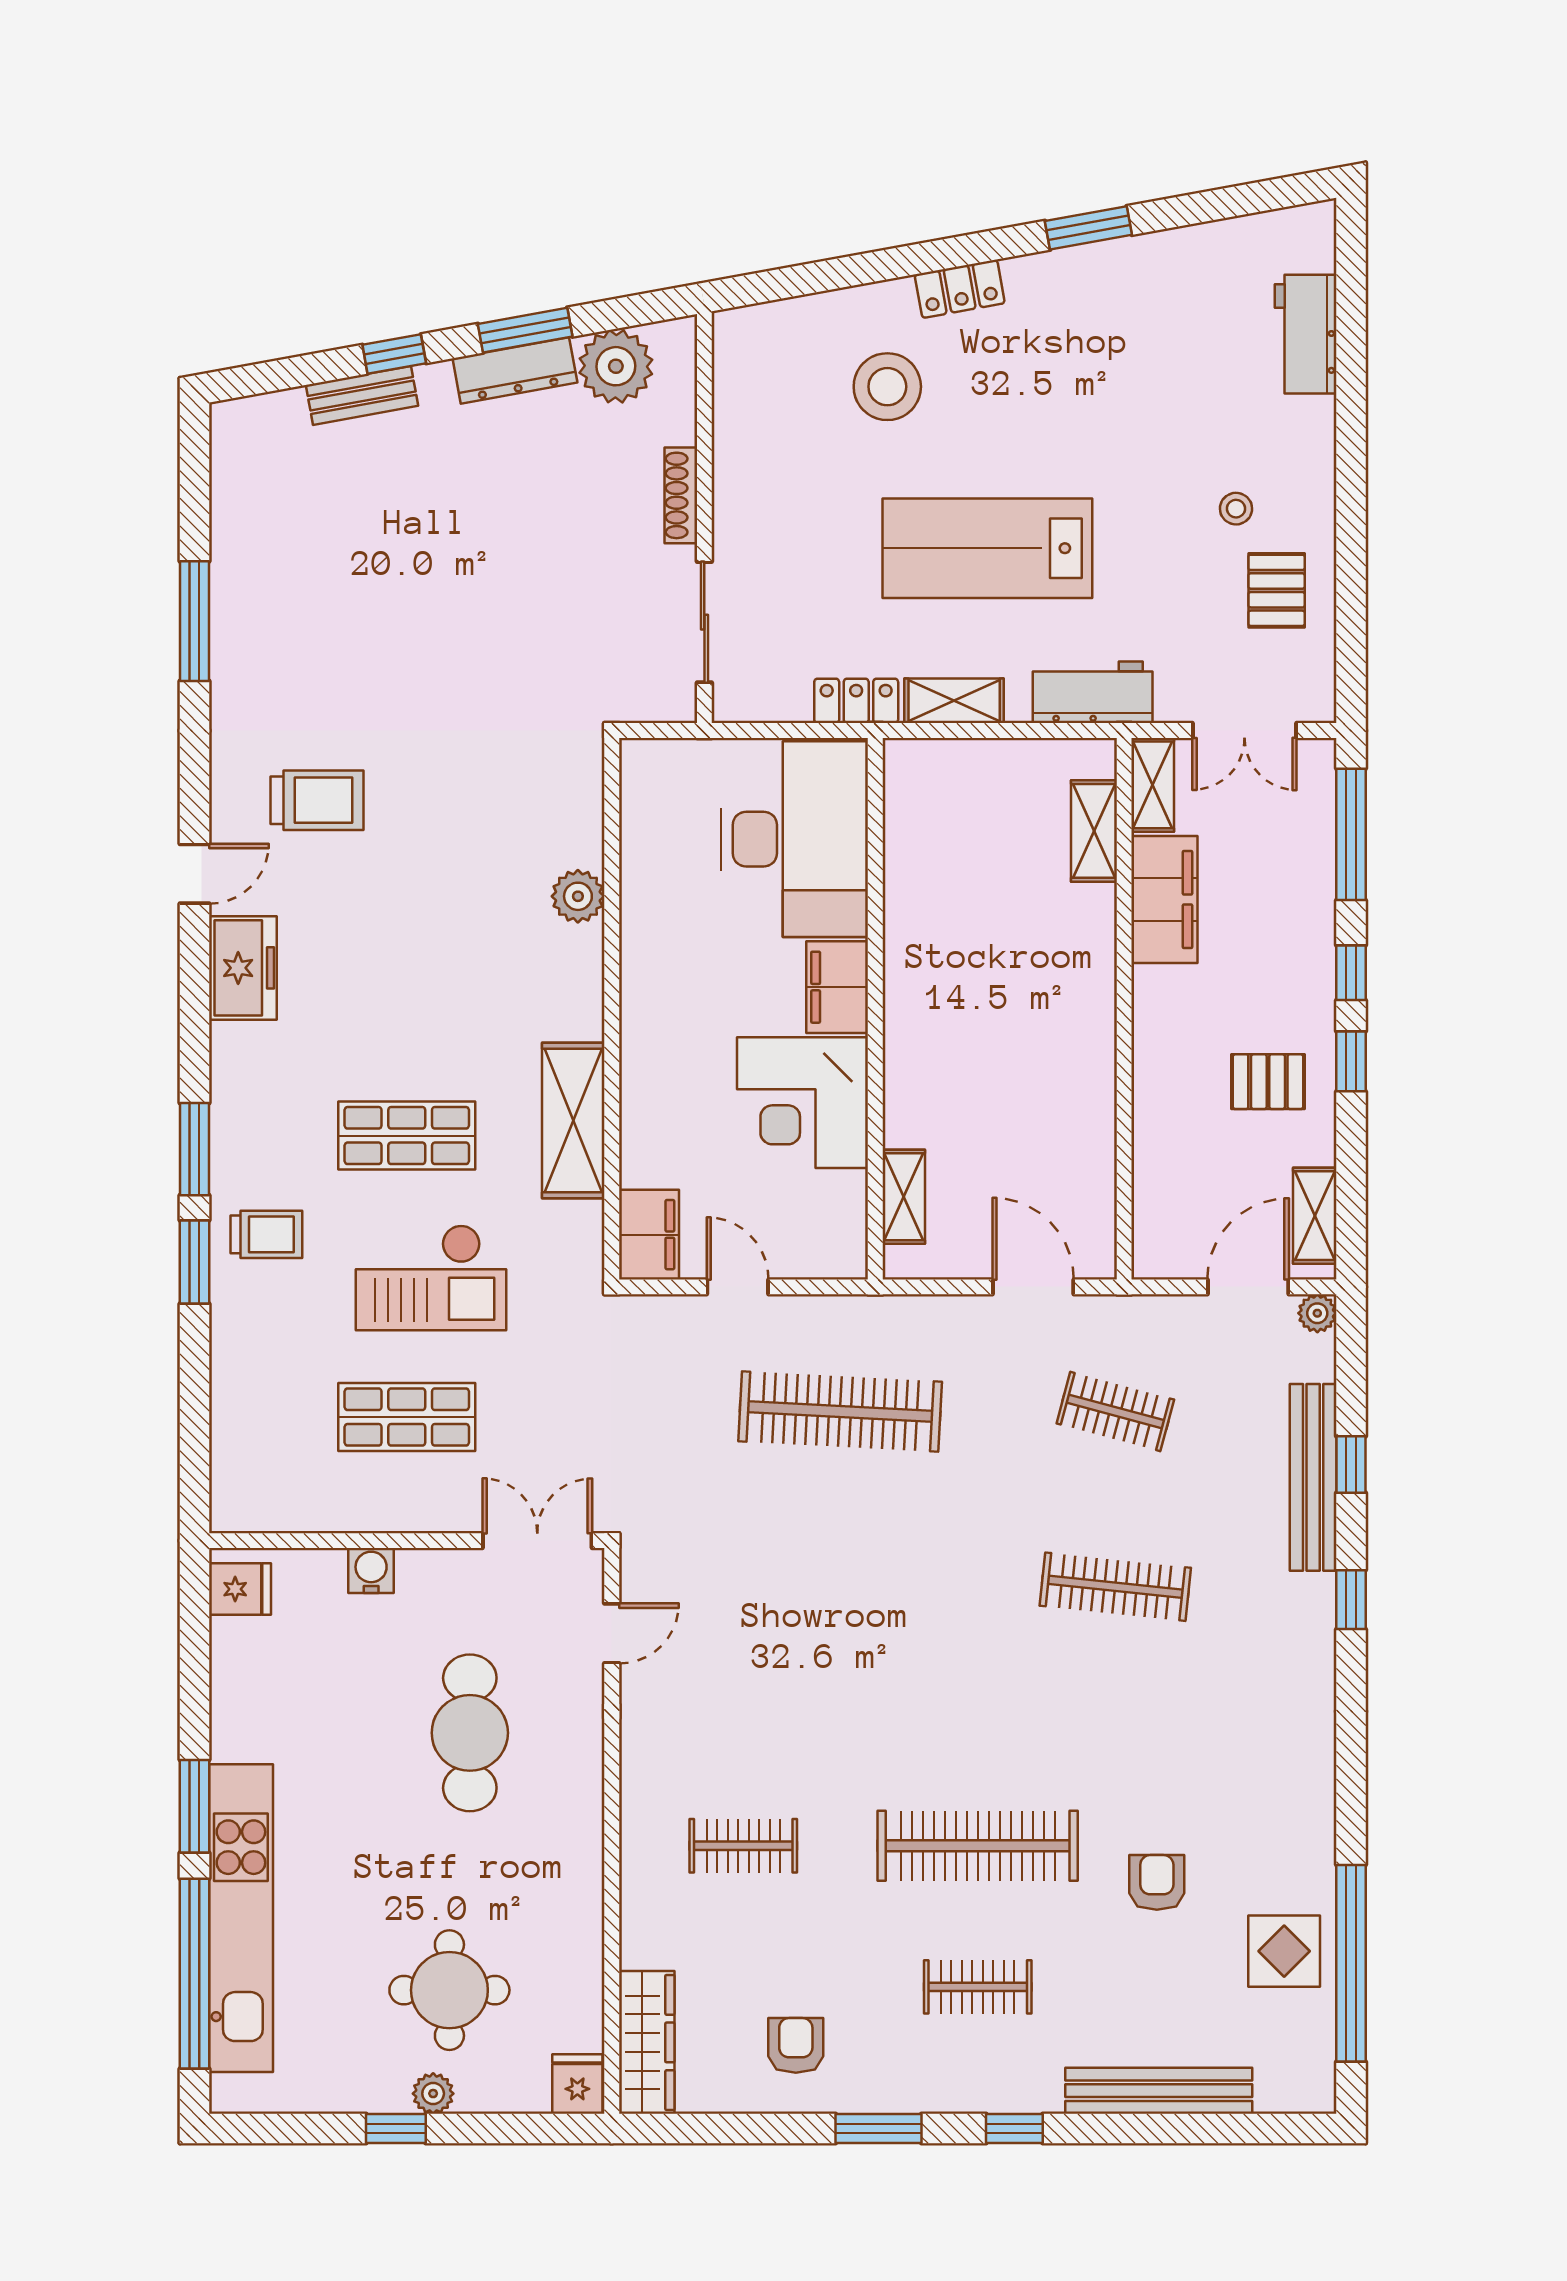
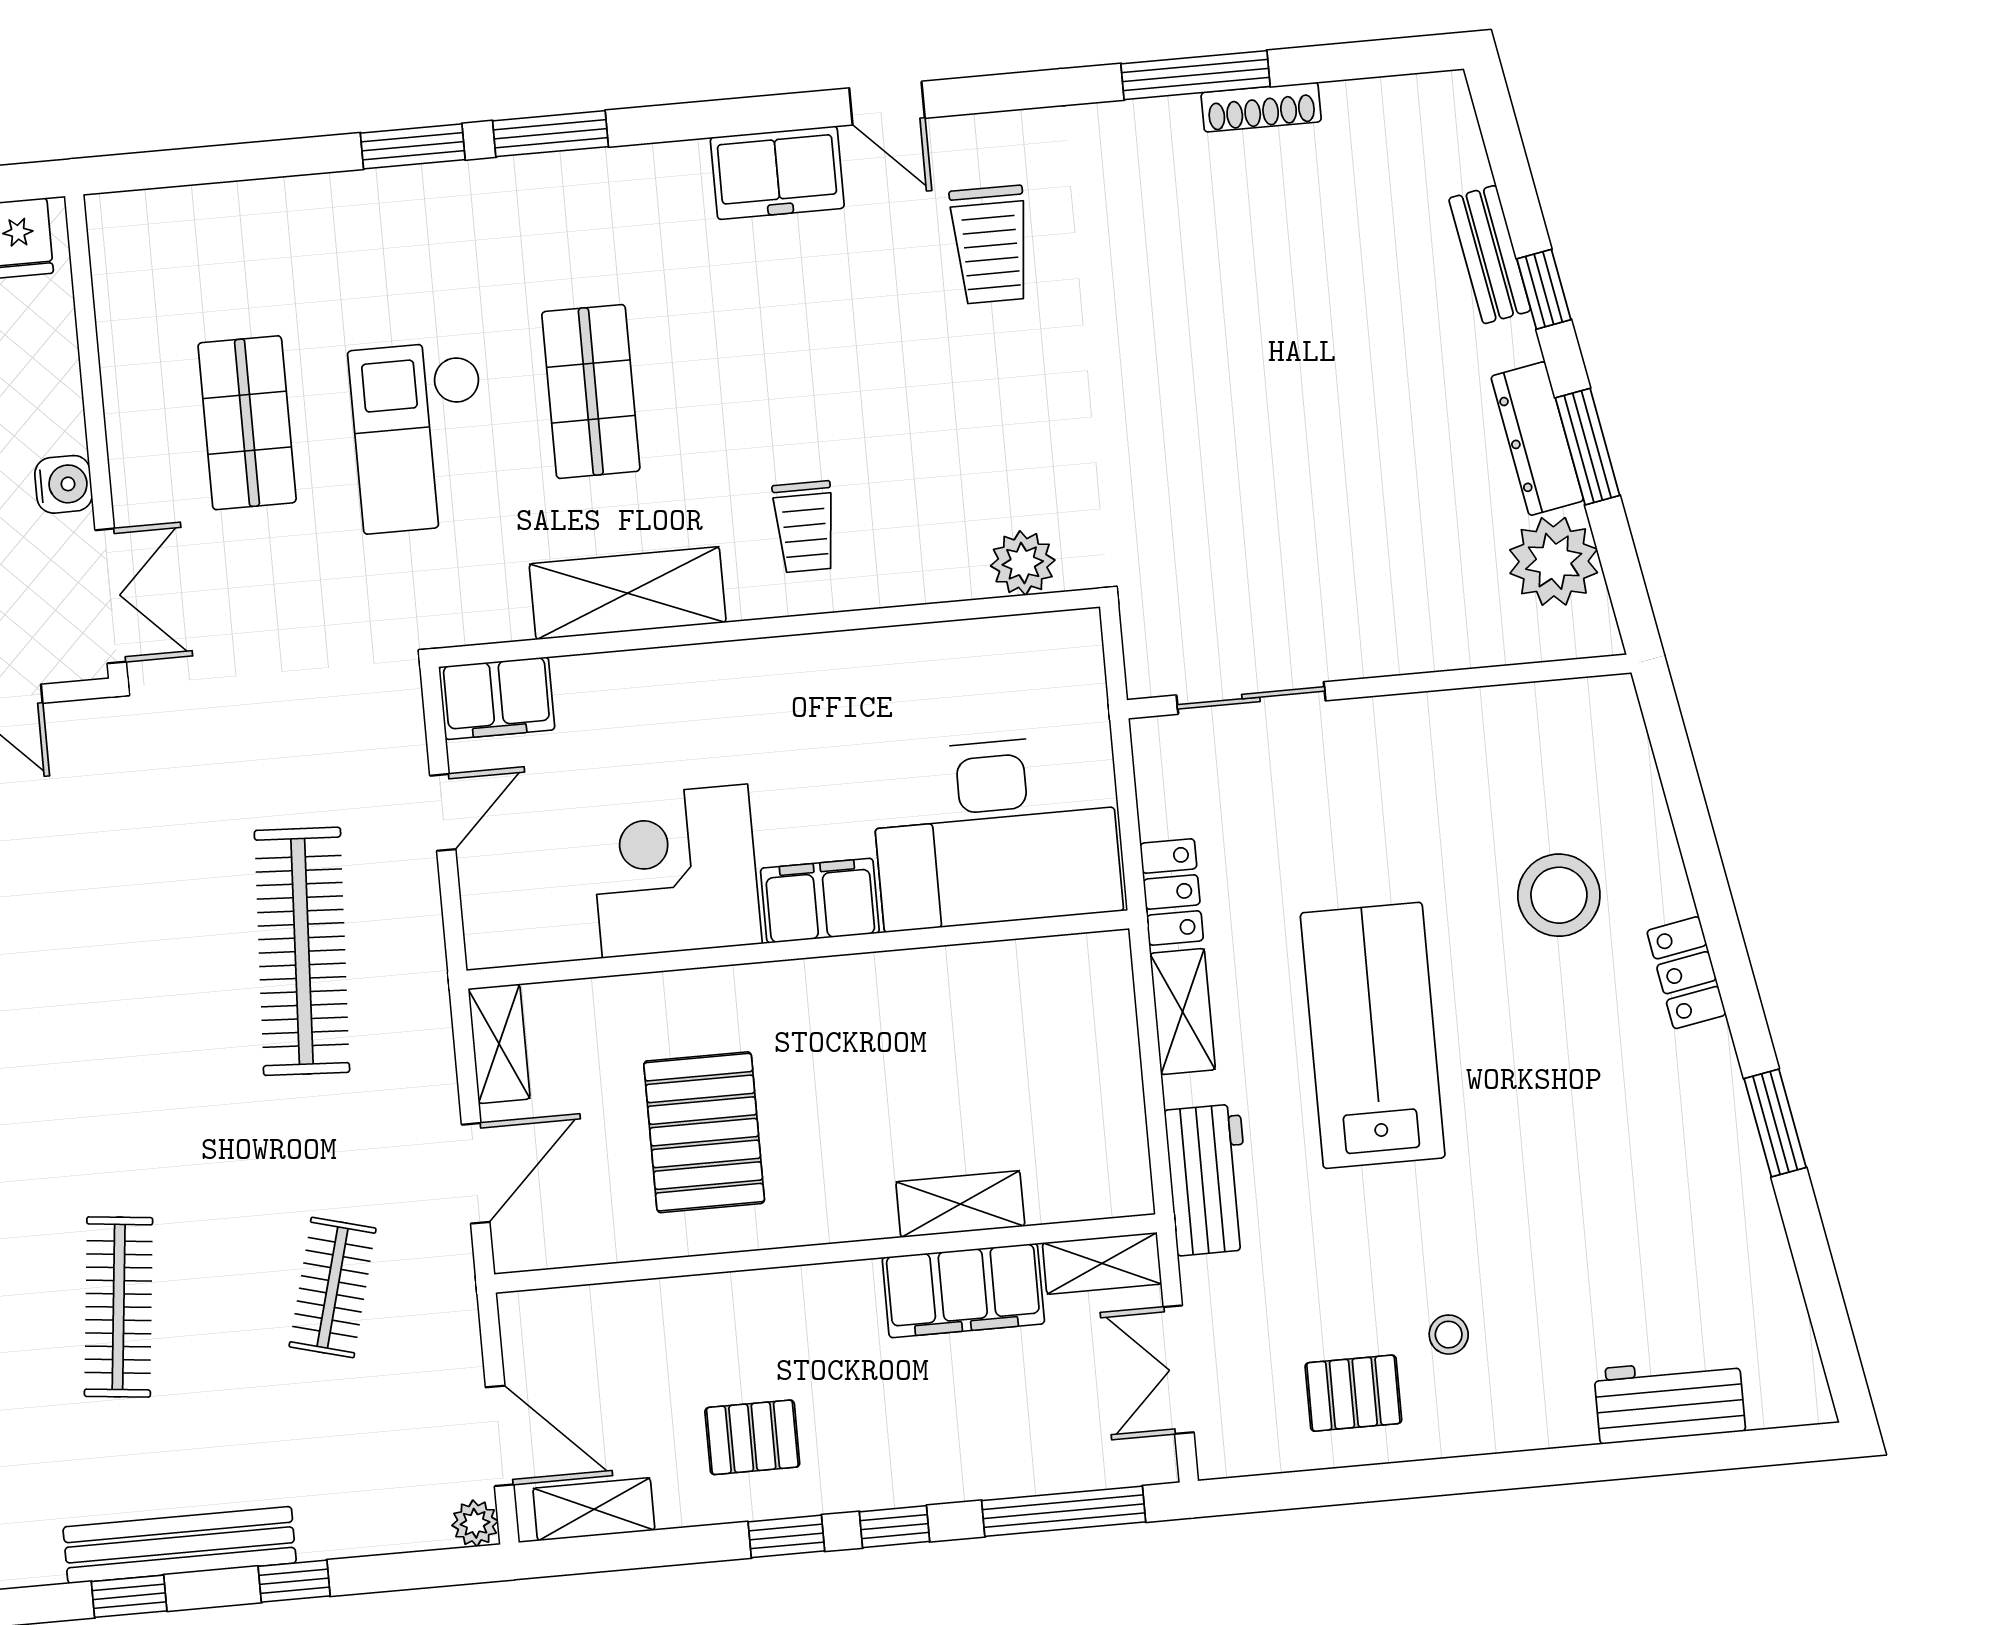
shoe rack: (681, 495) -> (1261, 107), moved, turned 180
shelving: (1094, 831) -> (960, 1204), moved
plant: (578, 896) -> (1023, 563), moved
pallet: (1268, 1082) -> (752, 1437), turned 90
pallet: (1017, 1098) -> (704, 1132), added
shelving: (904, 1197) -> (499, 1044), moved, turned 90
trolley: (266, 1234) -> (805, 527), moved
bench: (1313, 1477) -> (180, 1545), moved
water cooler: (371, 1571) -> (64, 484), moved

